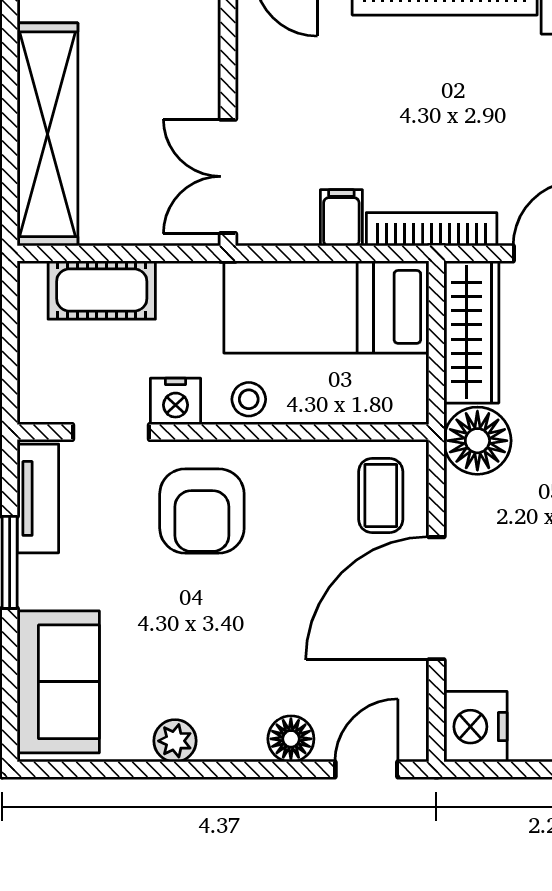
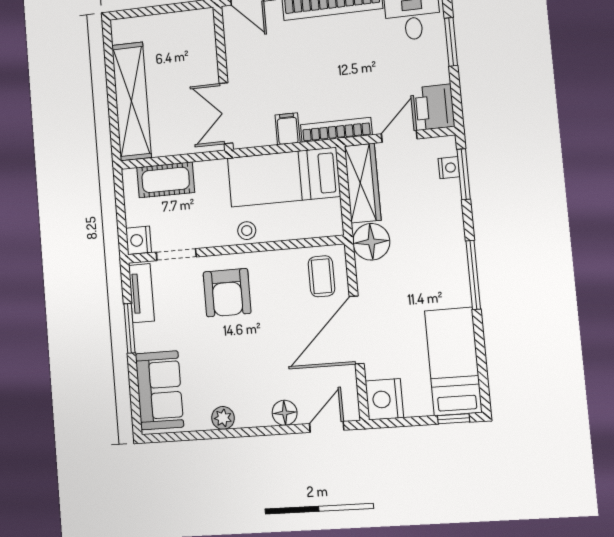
nightstand: (176, 401) -> (139, 240), moved, turned 90

